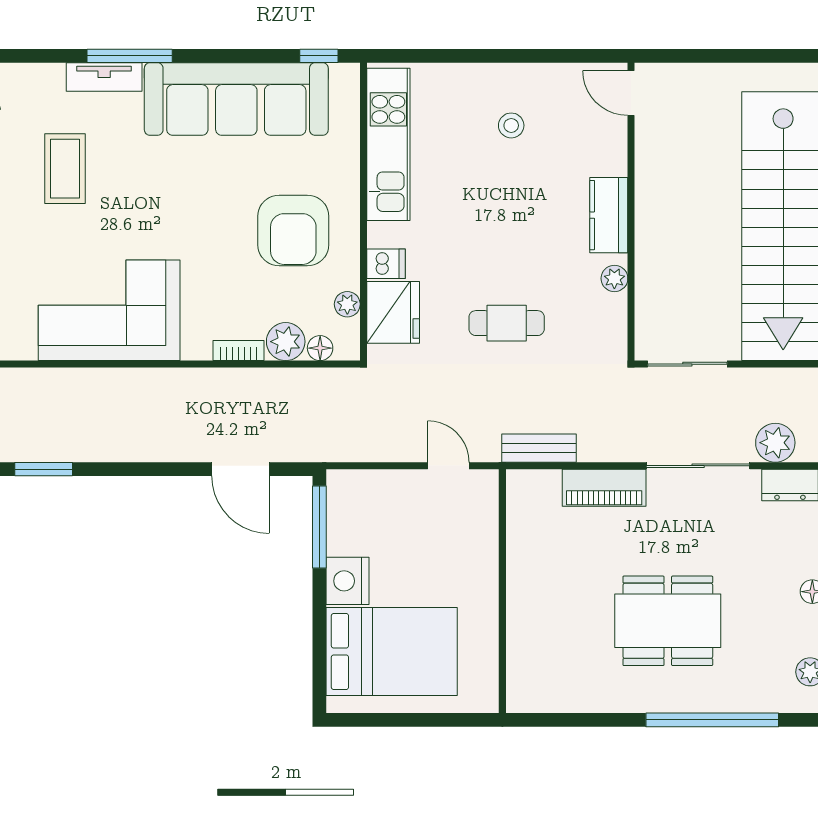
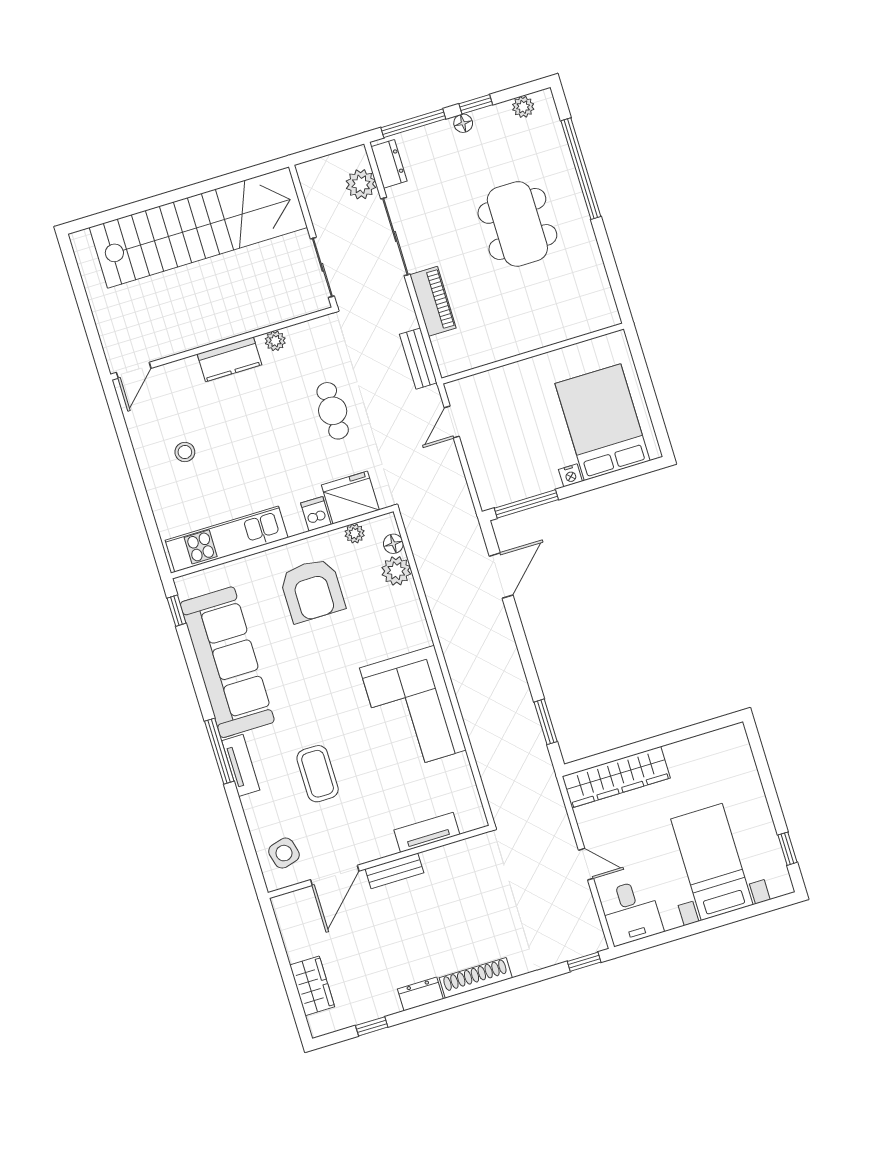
coffee table: (65, 169) -> (318, 774), turned 90
armchair: (293, 231) -> (312, 590), turned 90
bookcase: (238, 351) -> (414, 604), removed
nightstand: (347, 581) -> (570, 475), width x0.53, depth x0.56

